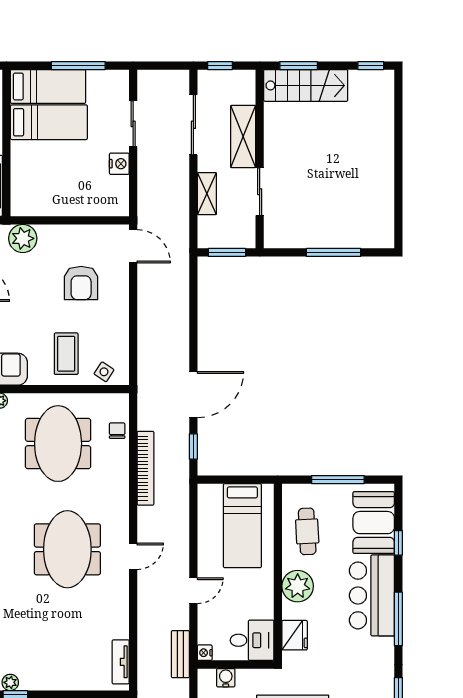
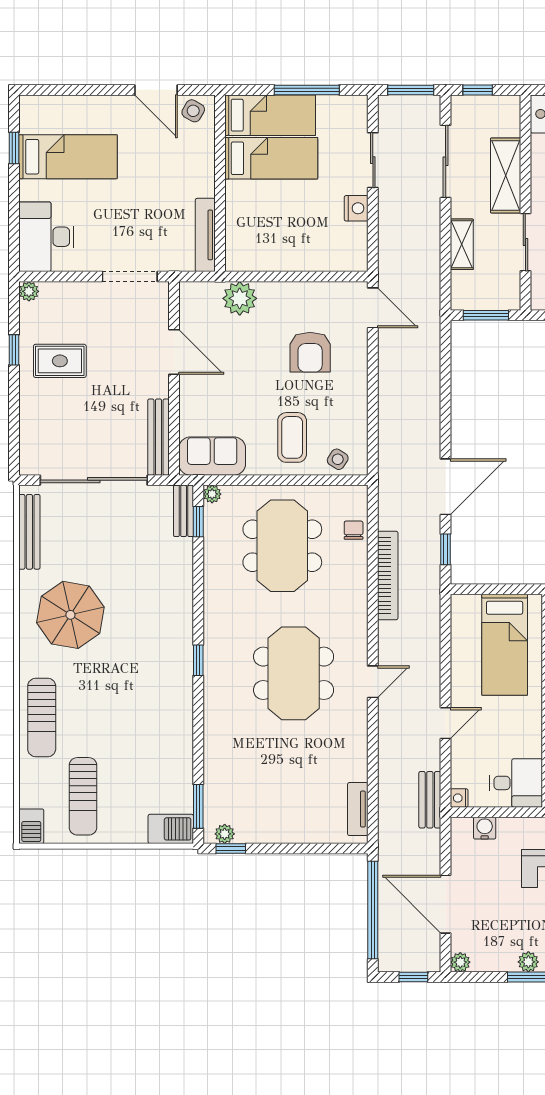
window: (165, 66) -> (411, 90), added

